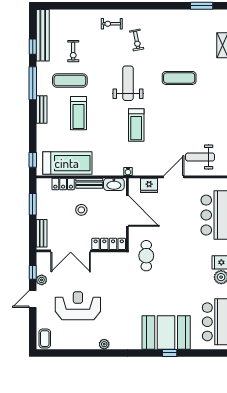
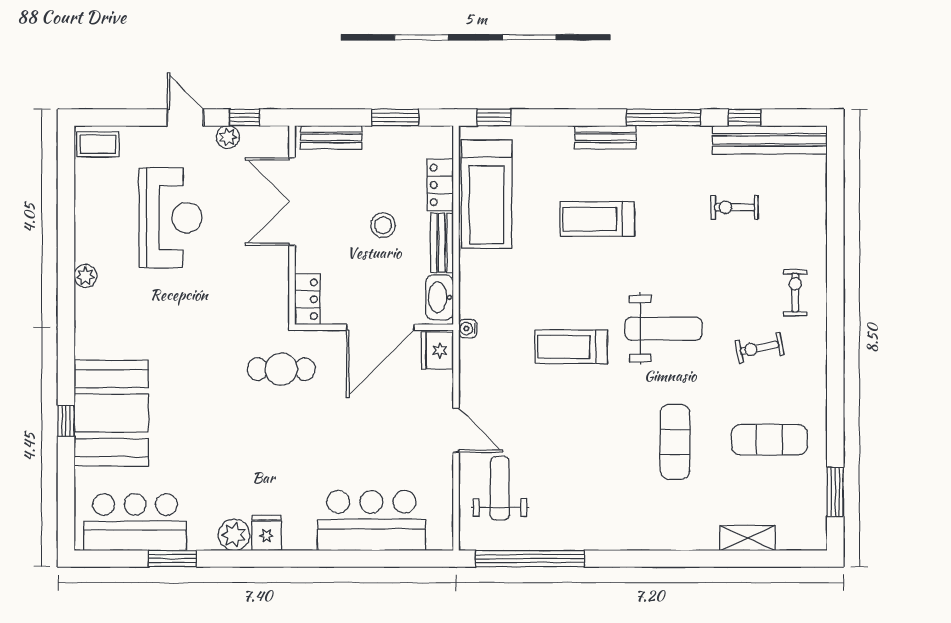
exercise mat: (70, 81) -> (769, 440), moved, turned 90
fridge: (149, 185) -> (437, 351), moved
locker: (109, 244) -> (307, 299), width x0.66

